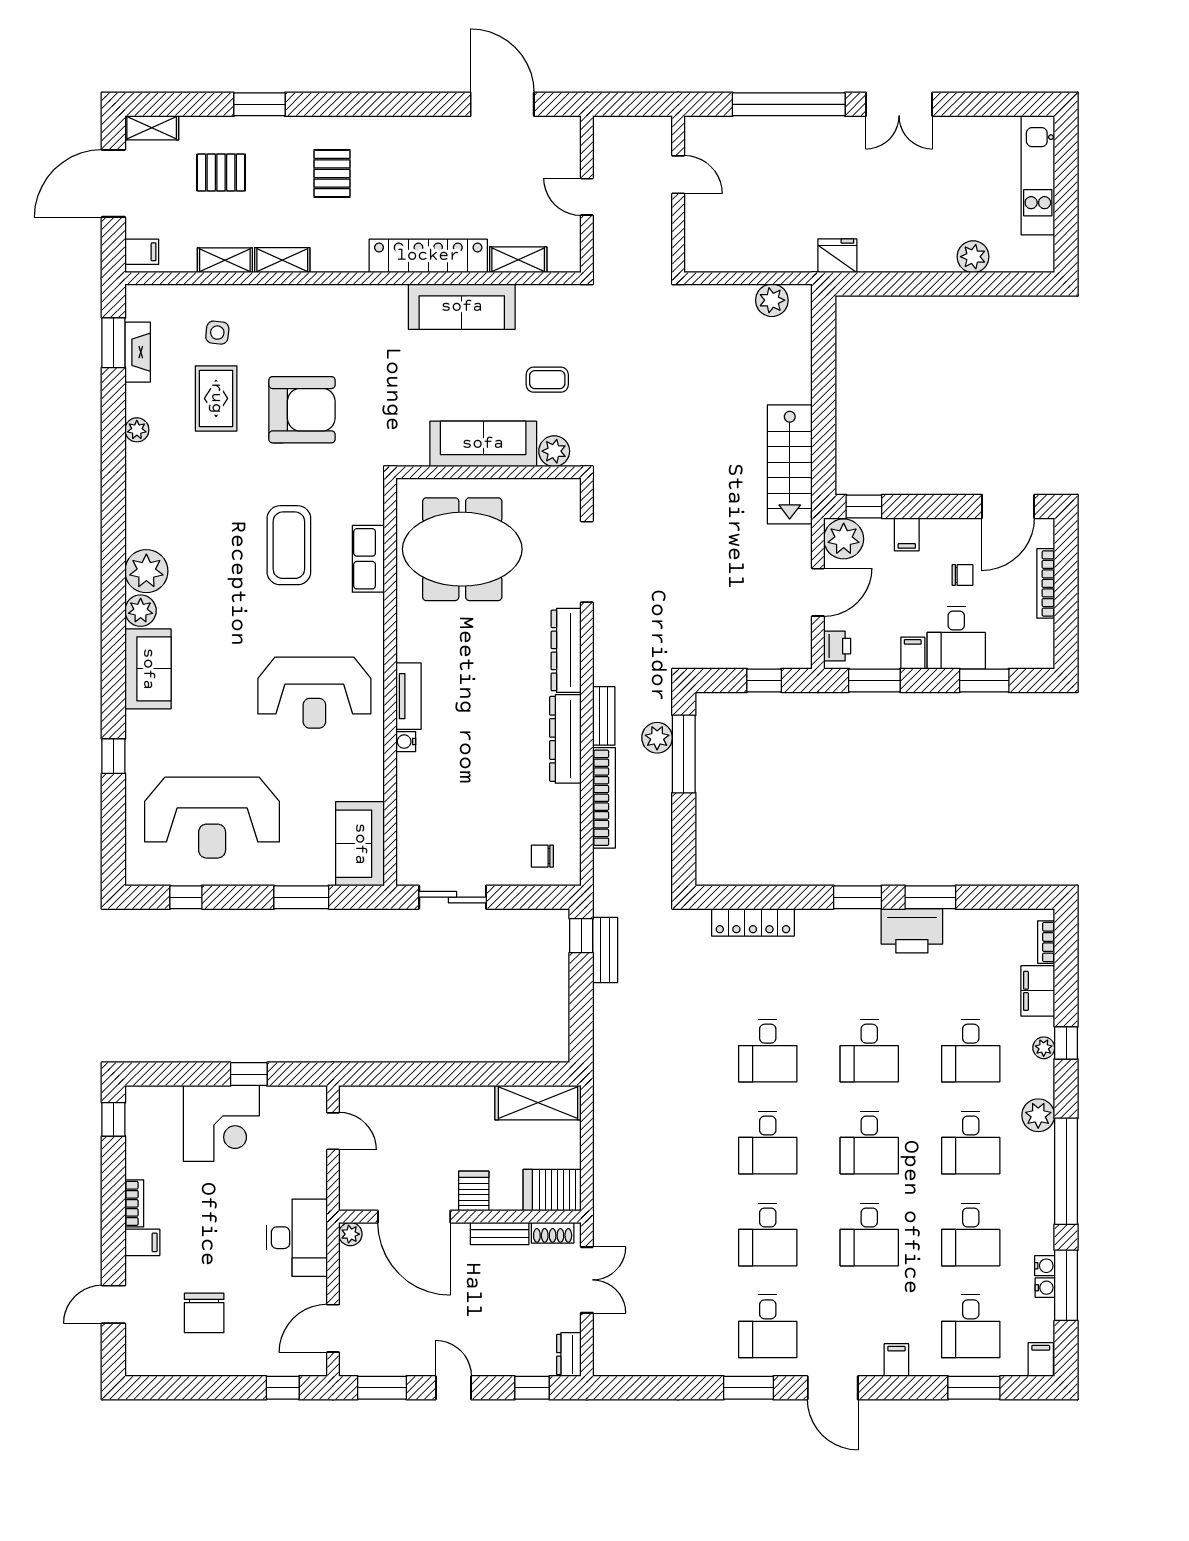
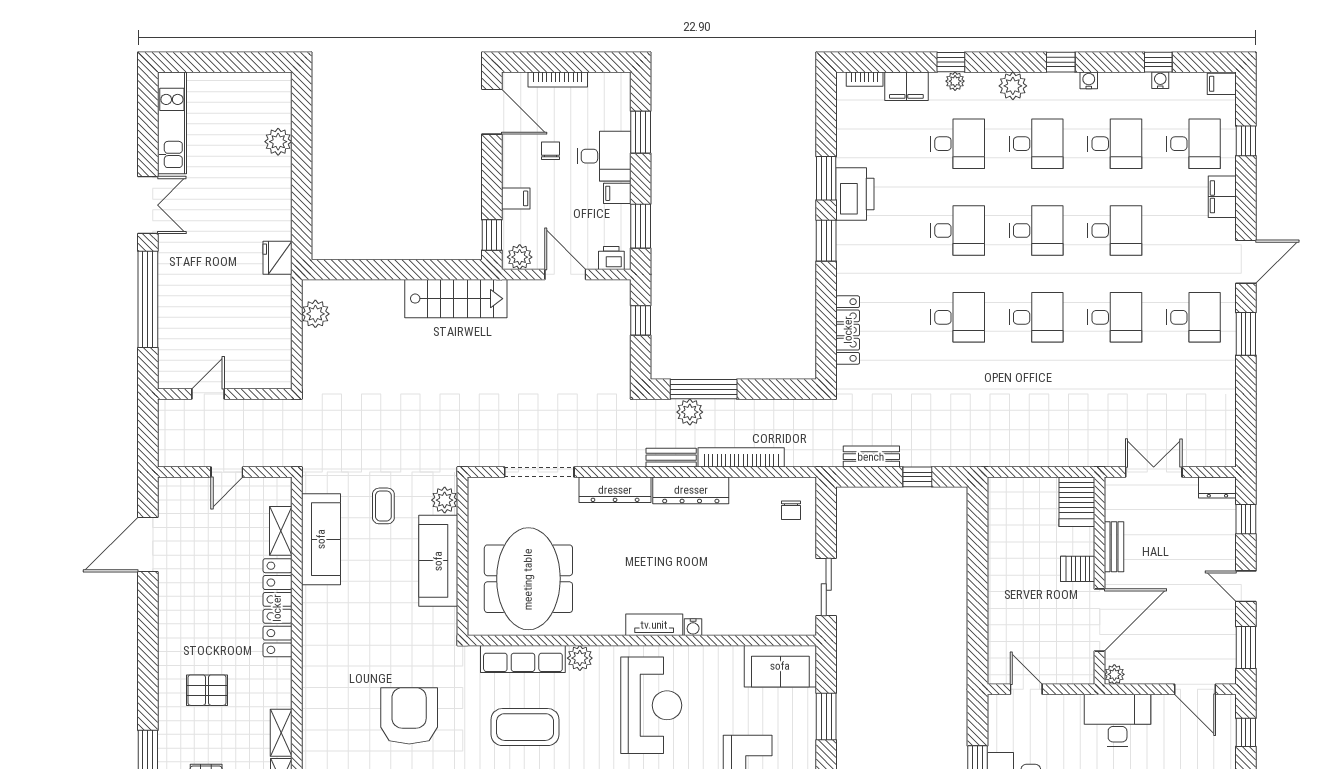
kitchen unit: (1038, 175) -> (172, 123), moved, turned -90
sofa: (462, 307) -> (321, 539), moved
plant: (844, 539) -> (520, 257), width x0.73, depth x0.73
row of seats: (368, 559) -> (523, 659), width x1.48
plant: (370, 609) -> (580, 658), added
window: (581, 936) -> (917, 477), moved
shelving: (538, 1103) -> (1002, 514), removed
door: (333, 1131) -> (1026, 689), hinge flipped
window: (1066, 1171) -> (1061, 62), width x0.32
shoe rack: (553, 1233) -> (1113, 501), removed
water cooler: (1045, 1266) -> (1089, 80), moved
window: (1066, 1285) -> (1158, 62), width x0.46
filing cabinet: (896, 1360) -> (1222, 197), width x2.00
door: (454, 1388) -> (1246, 586), hinge flipped
window: (974, 1388) -> (1246, 141), width x0.67

